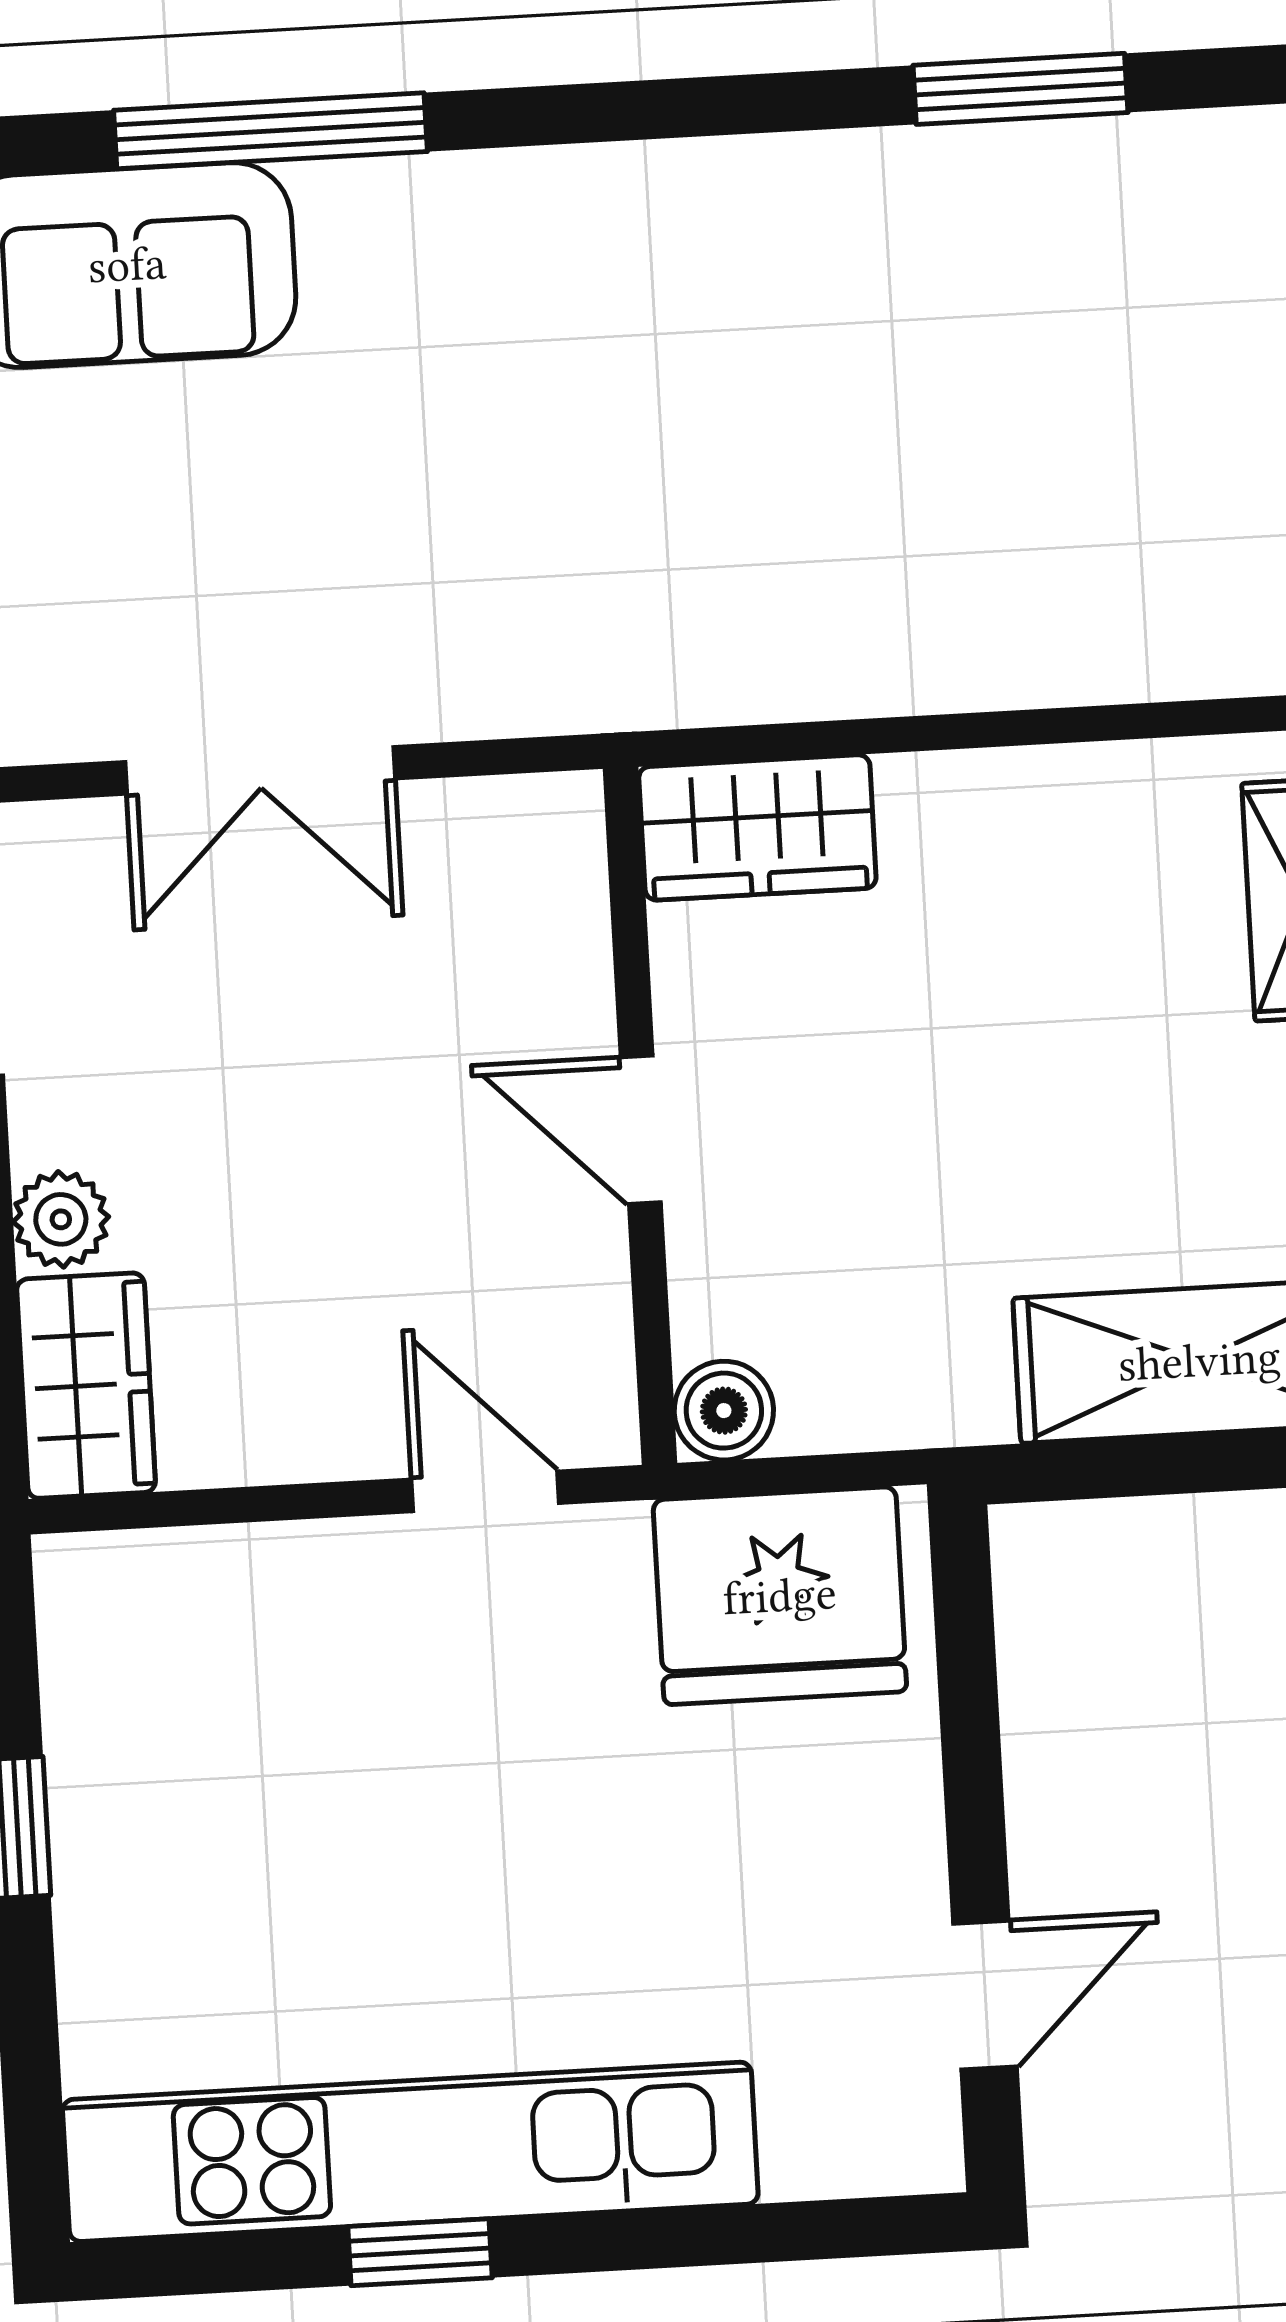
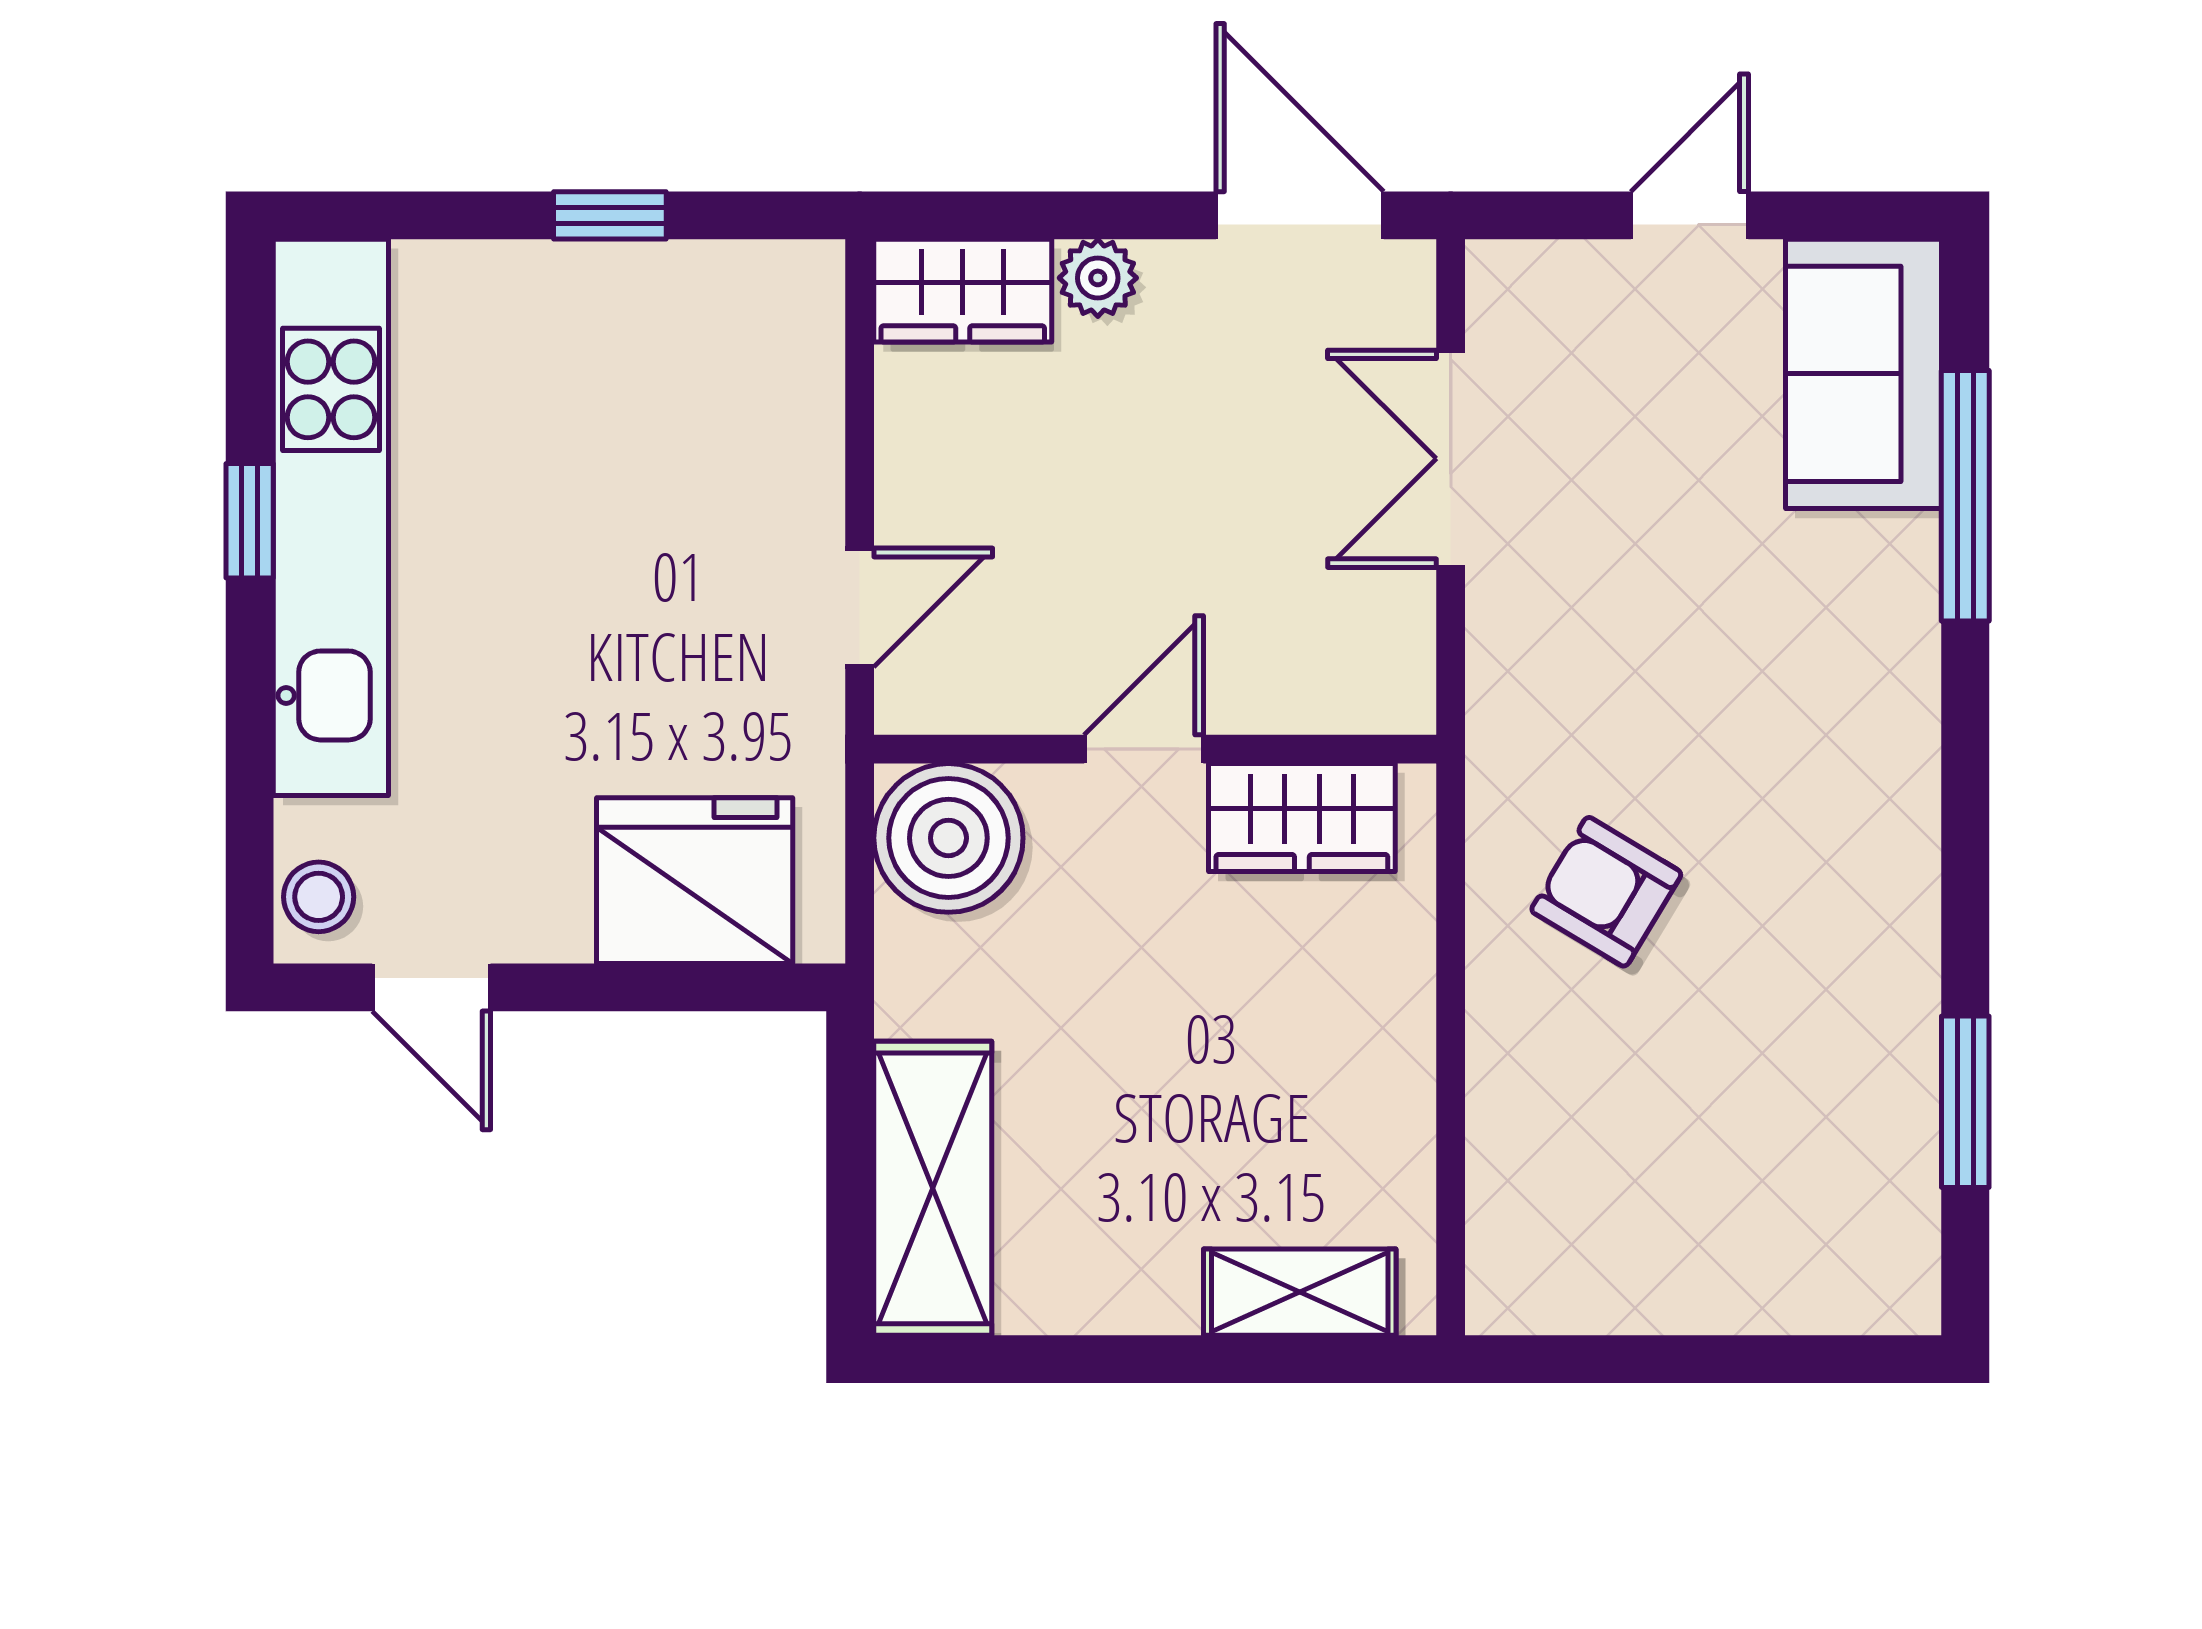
armchair: (785, 548) -> (1606, 892), added
wardrobe: (757, 827) -> (1302, 818), moved, turned -90
boiler: (724, 1411) -> (948, 838), width x1.86, depth x1.86
fridge: (780, 1596) -> (695, 881), moved, turned 90
stool: (881, 2141) -> (319, 897), added

